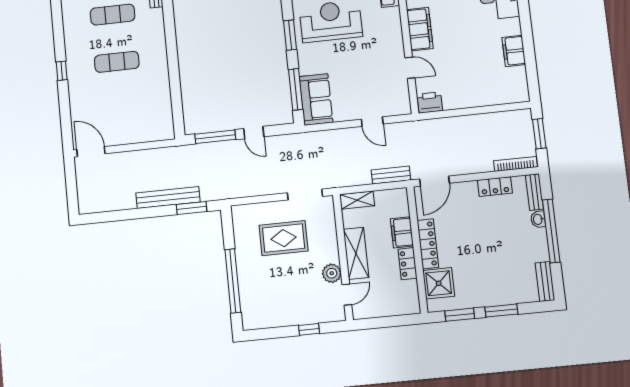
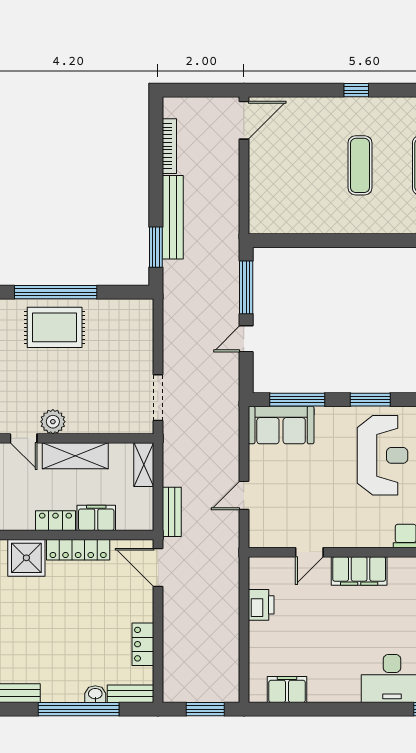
filing cabinet: (514, 51) -> (287, 690), moved
printer: (430, 102) -> (261, 605), moved
bookcase: (515, 164) -> (169, 146), moved
rug: (284, 238) -> (55, 327), moved, turned 90

